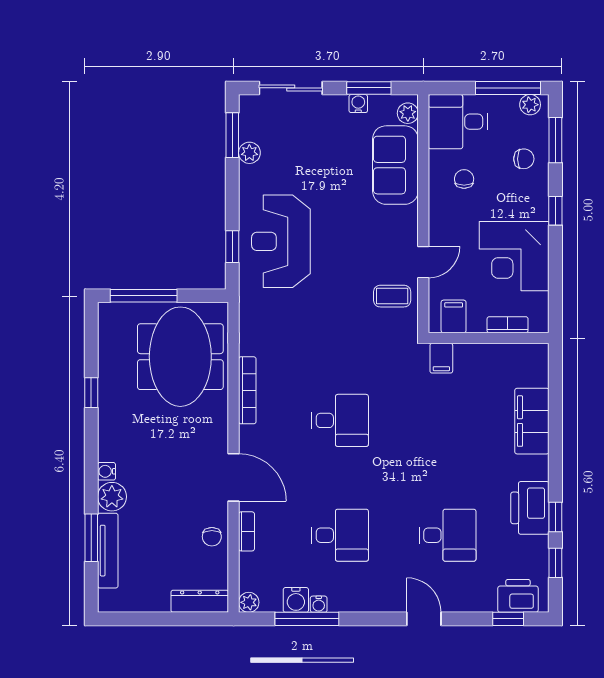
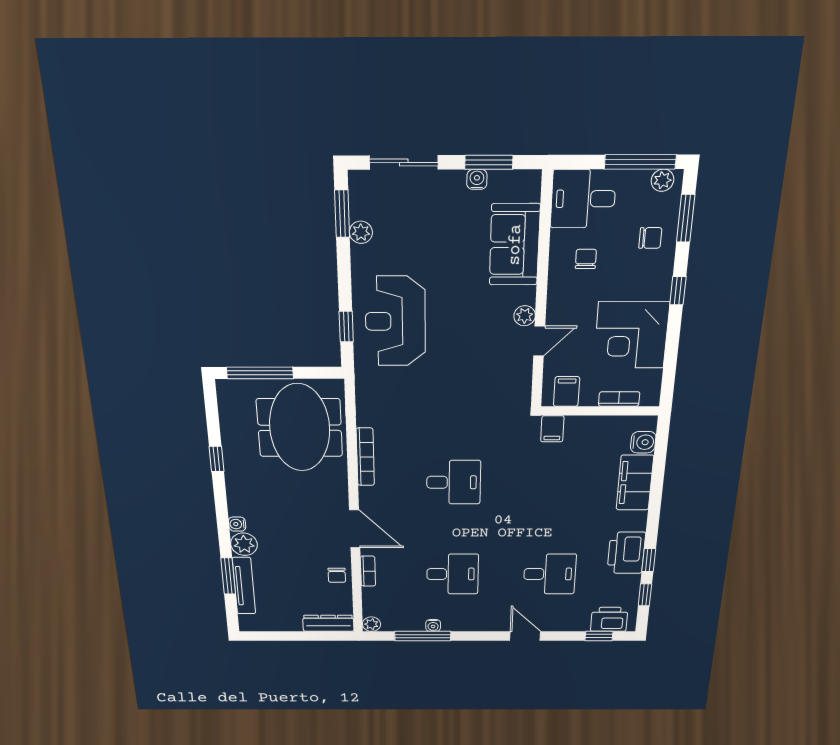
plant: (408, 113) -> (525, 316), moved
coffee table: (392, 296) -> (507, 373), removed
water cooler: (296, 600) -> (643, 442), moved, turned -90

